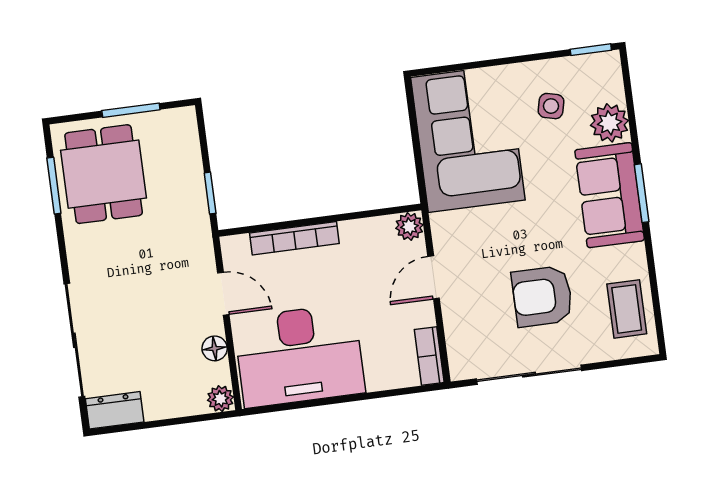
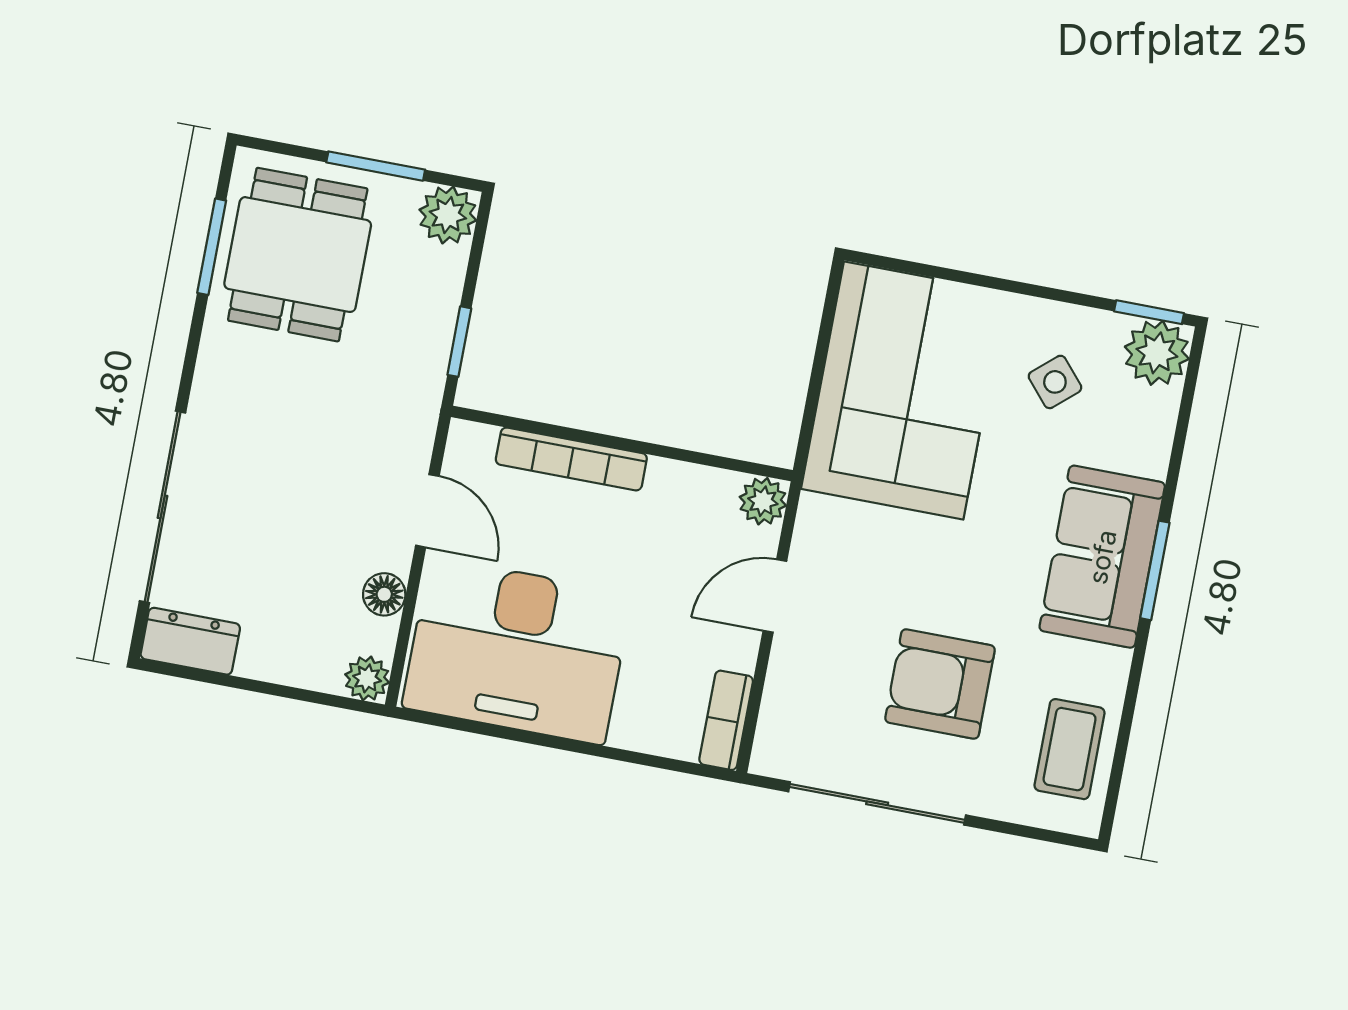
side table: (551, 106) -> (1055, 382), turned 35
plant: (610, 123) -> (1157, 353), moved
plant: (180, 124) -> (448, 215), added

